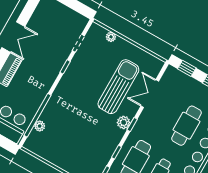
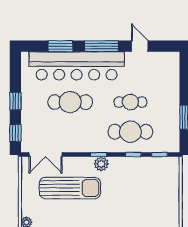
sun lounger: (118, 87) -> (70, 188), turned 180
double door: (150, 94) -> (46, 155), moved

